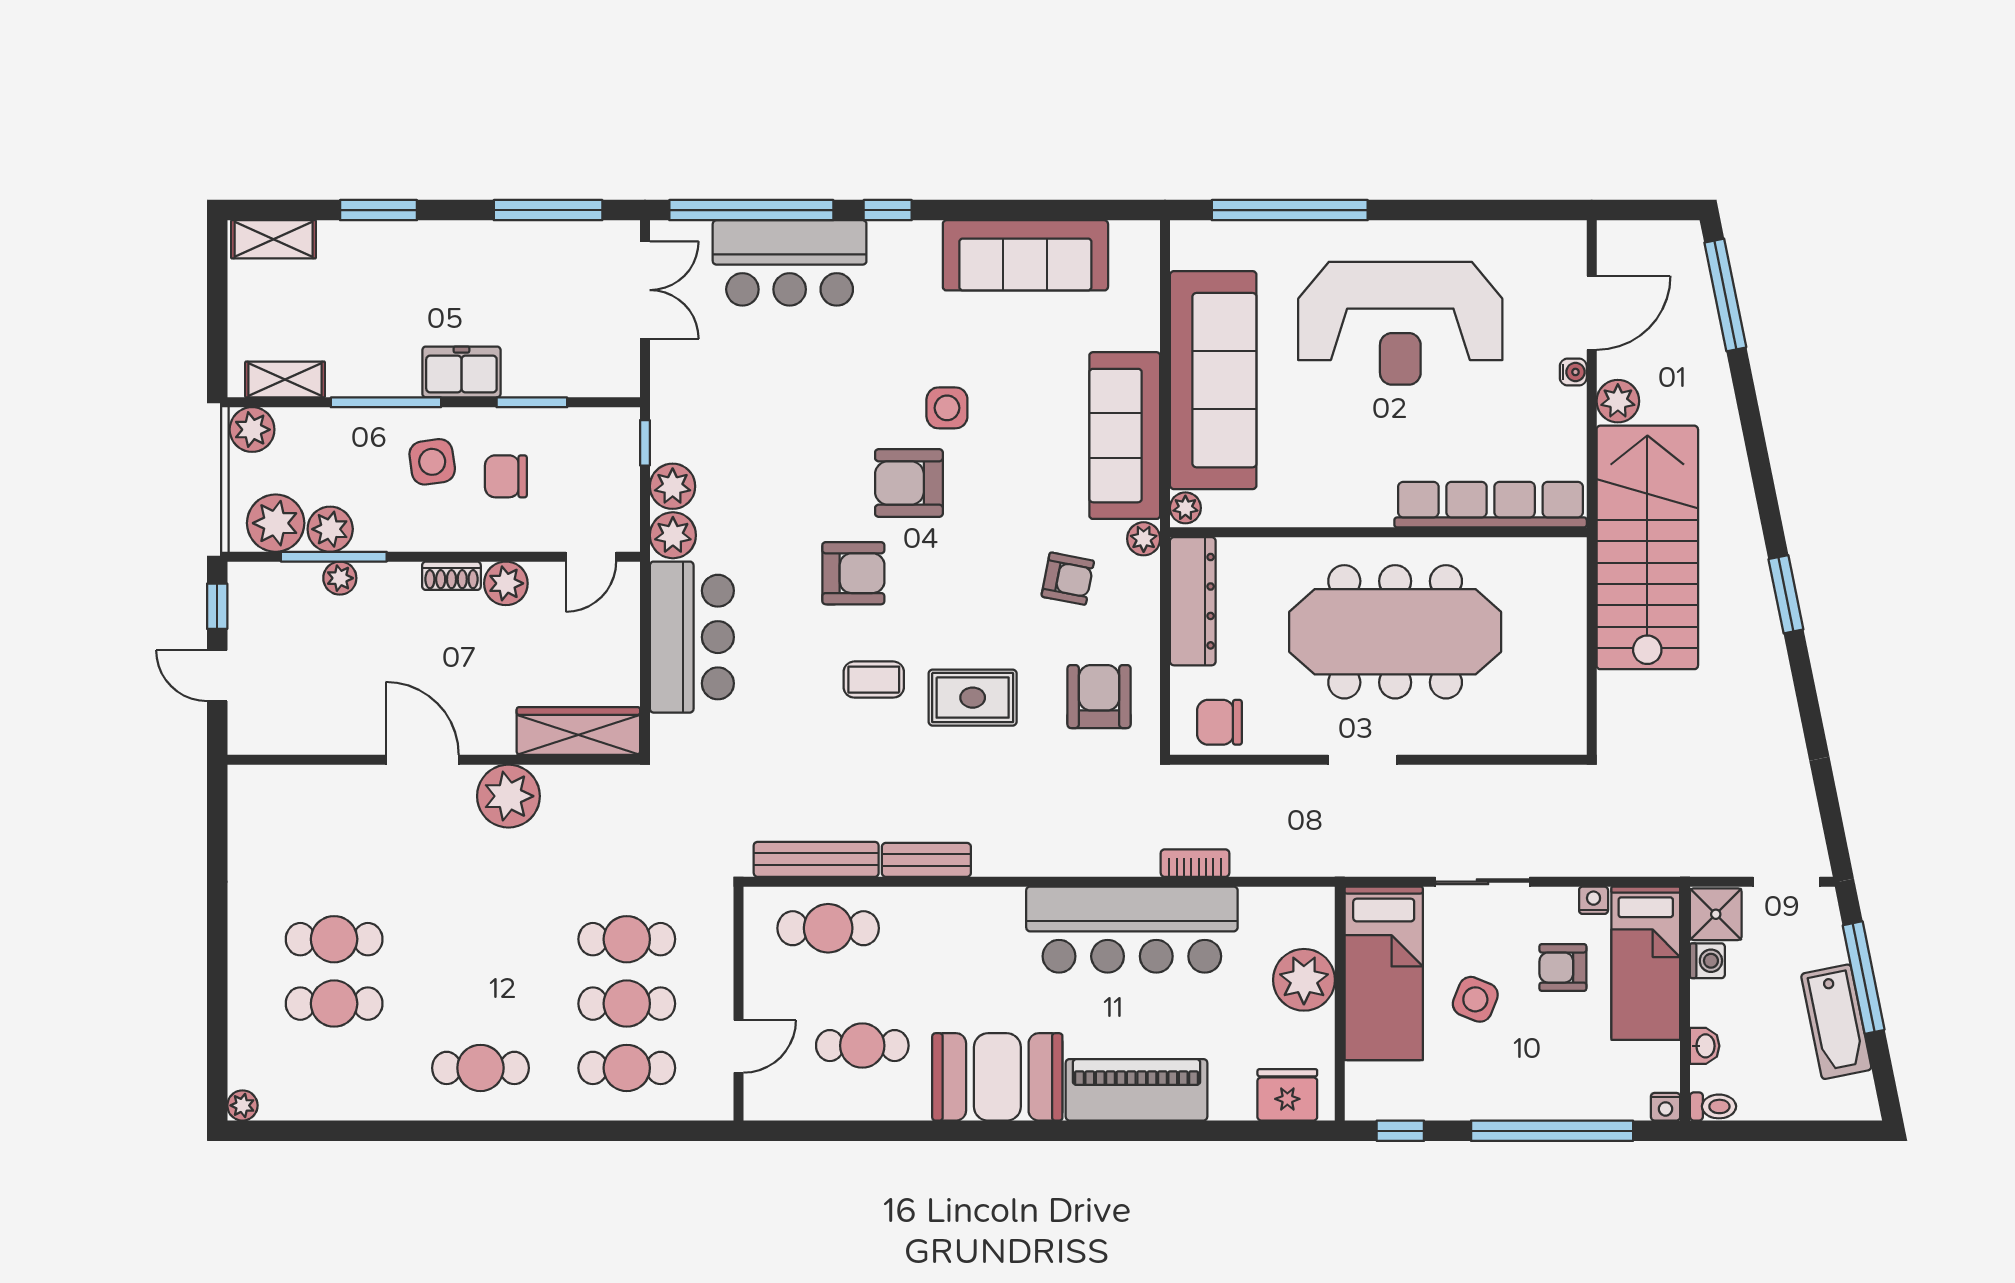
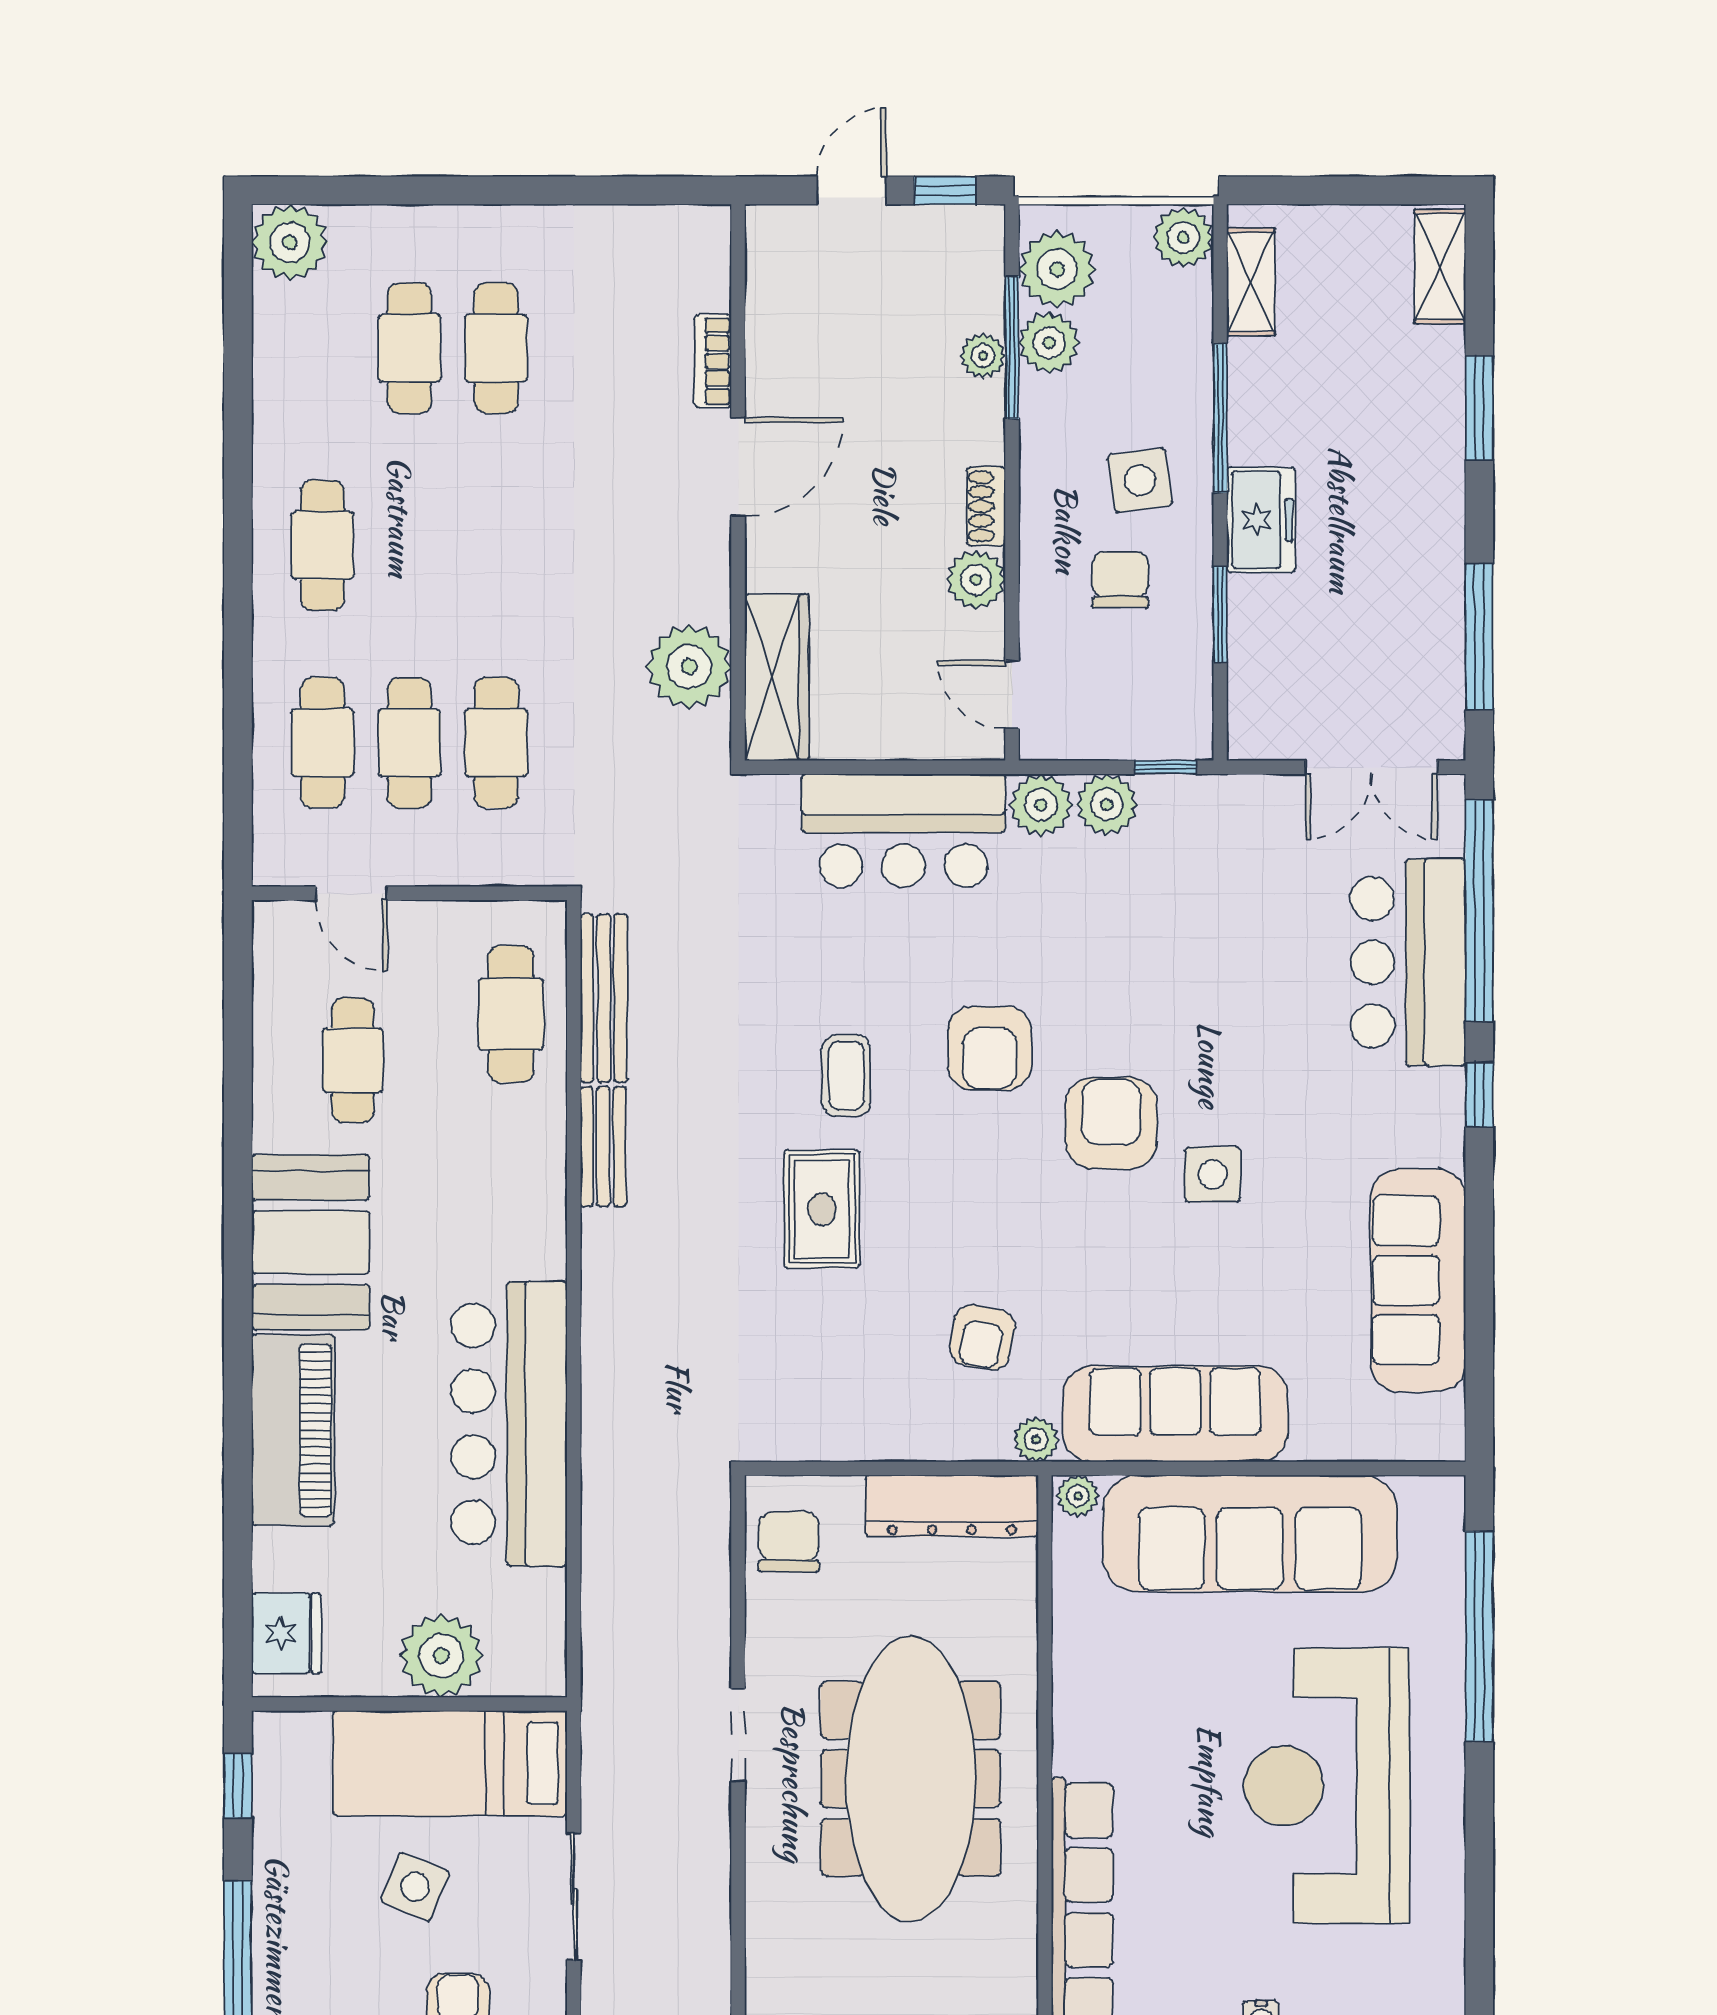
armchair: (1099, 697) -> (823, 1379), removed
plant: (508, 796) -> (689, 667), moved
bookcase: (1195, 863) -> (713, 361), moved, turned 180
plant: (242, 1105) -> (290, 242), width x1.88, depth x1.88

